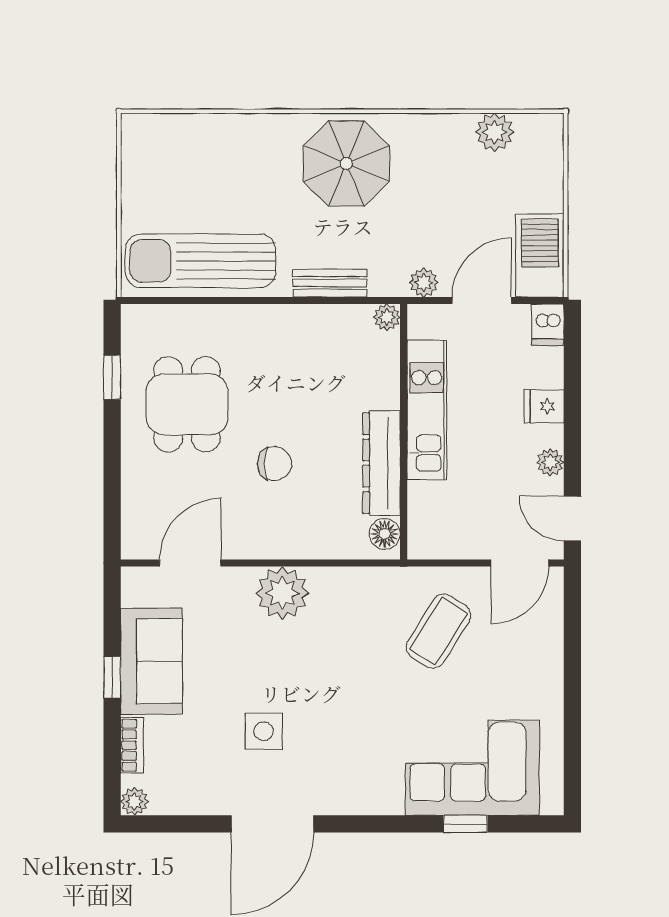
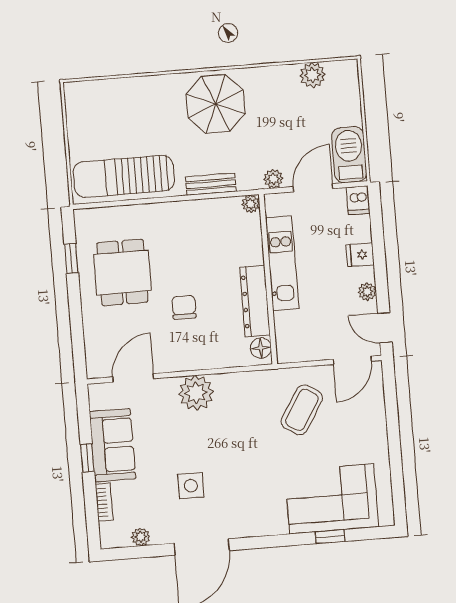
chair: (275, 464) -> (184, 307), turned -90
plant: (134, 801) -> (141, 537), moved

